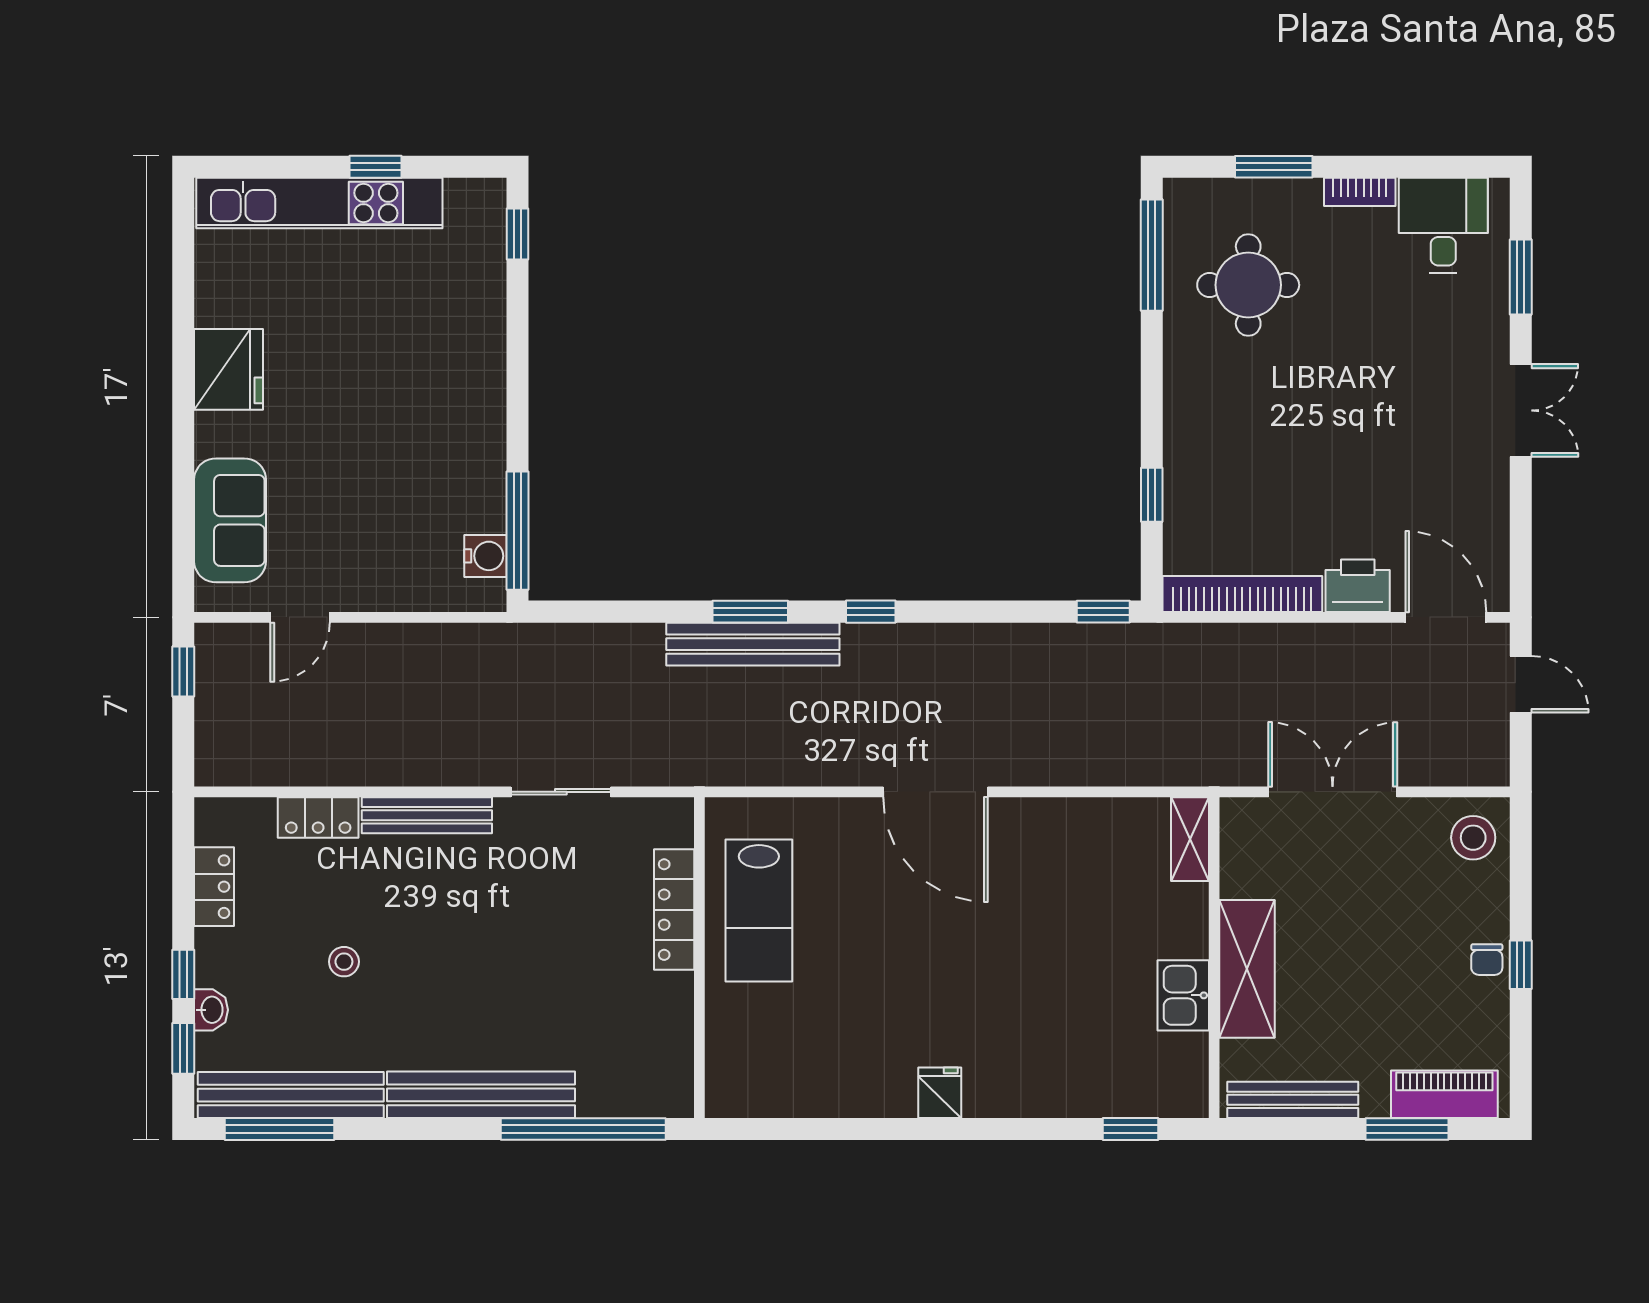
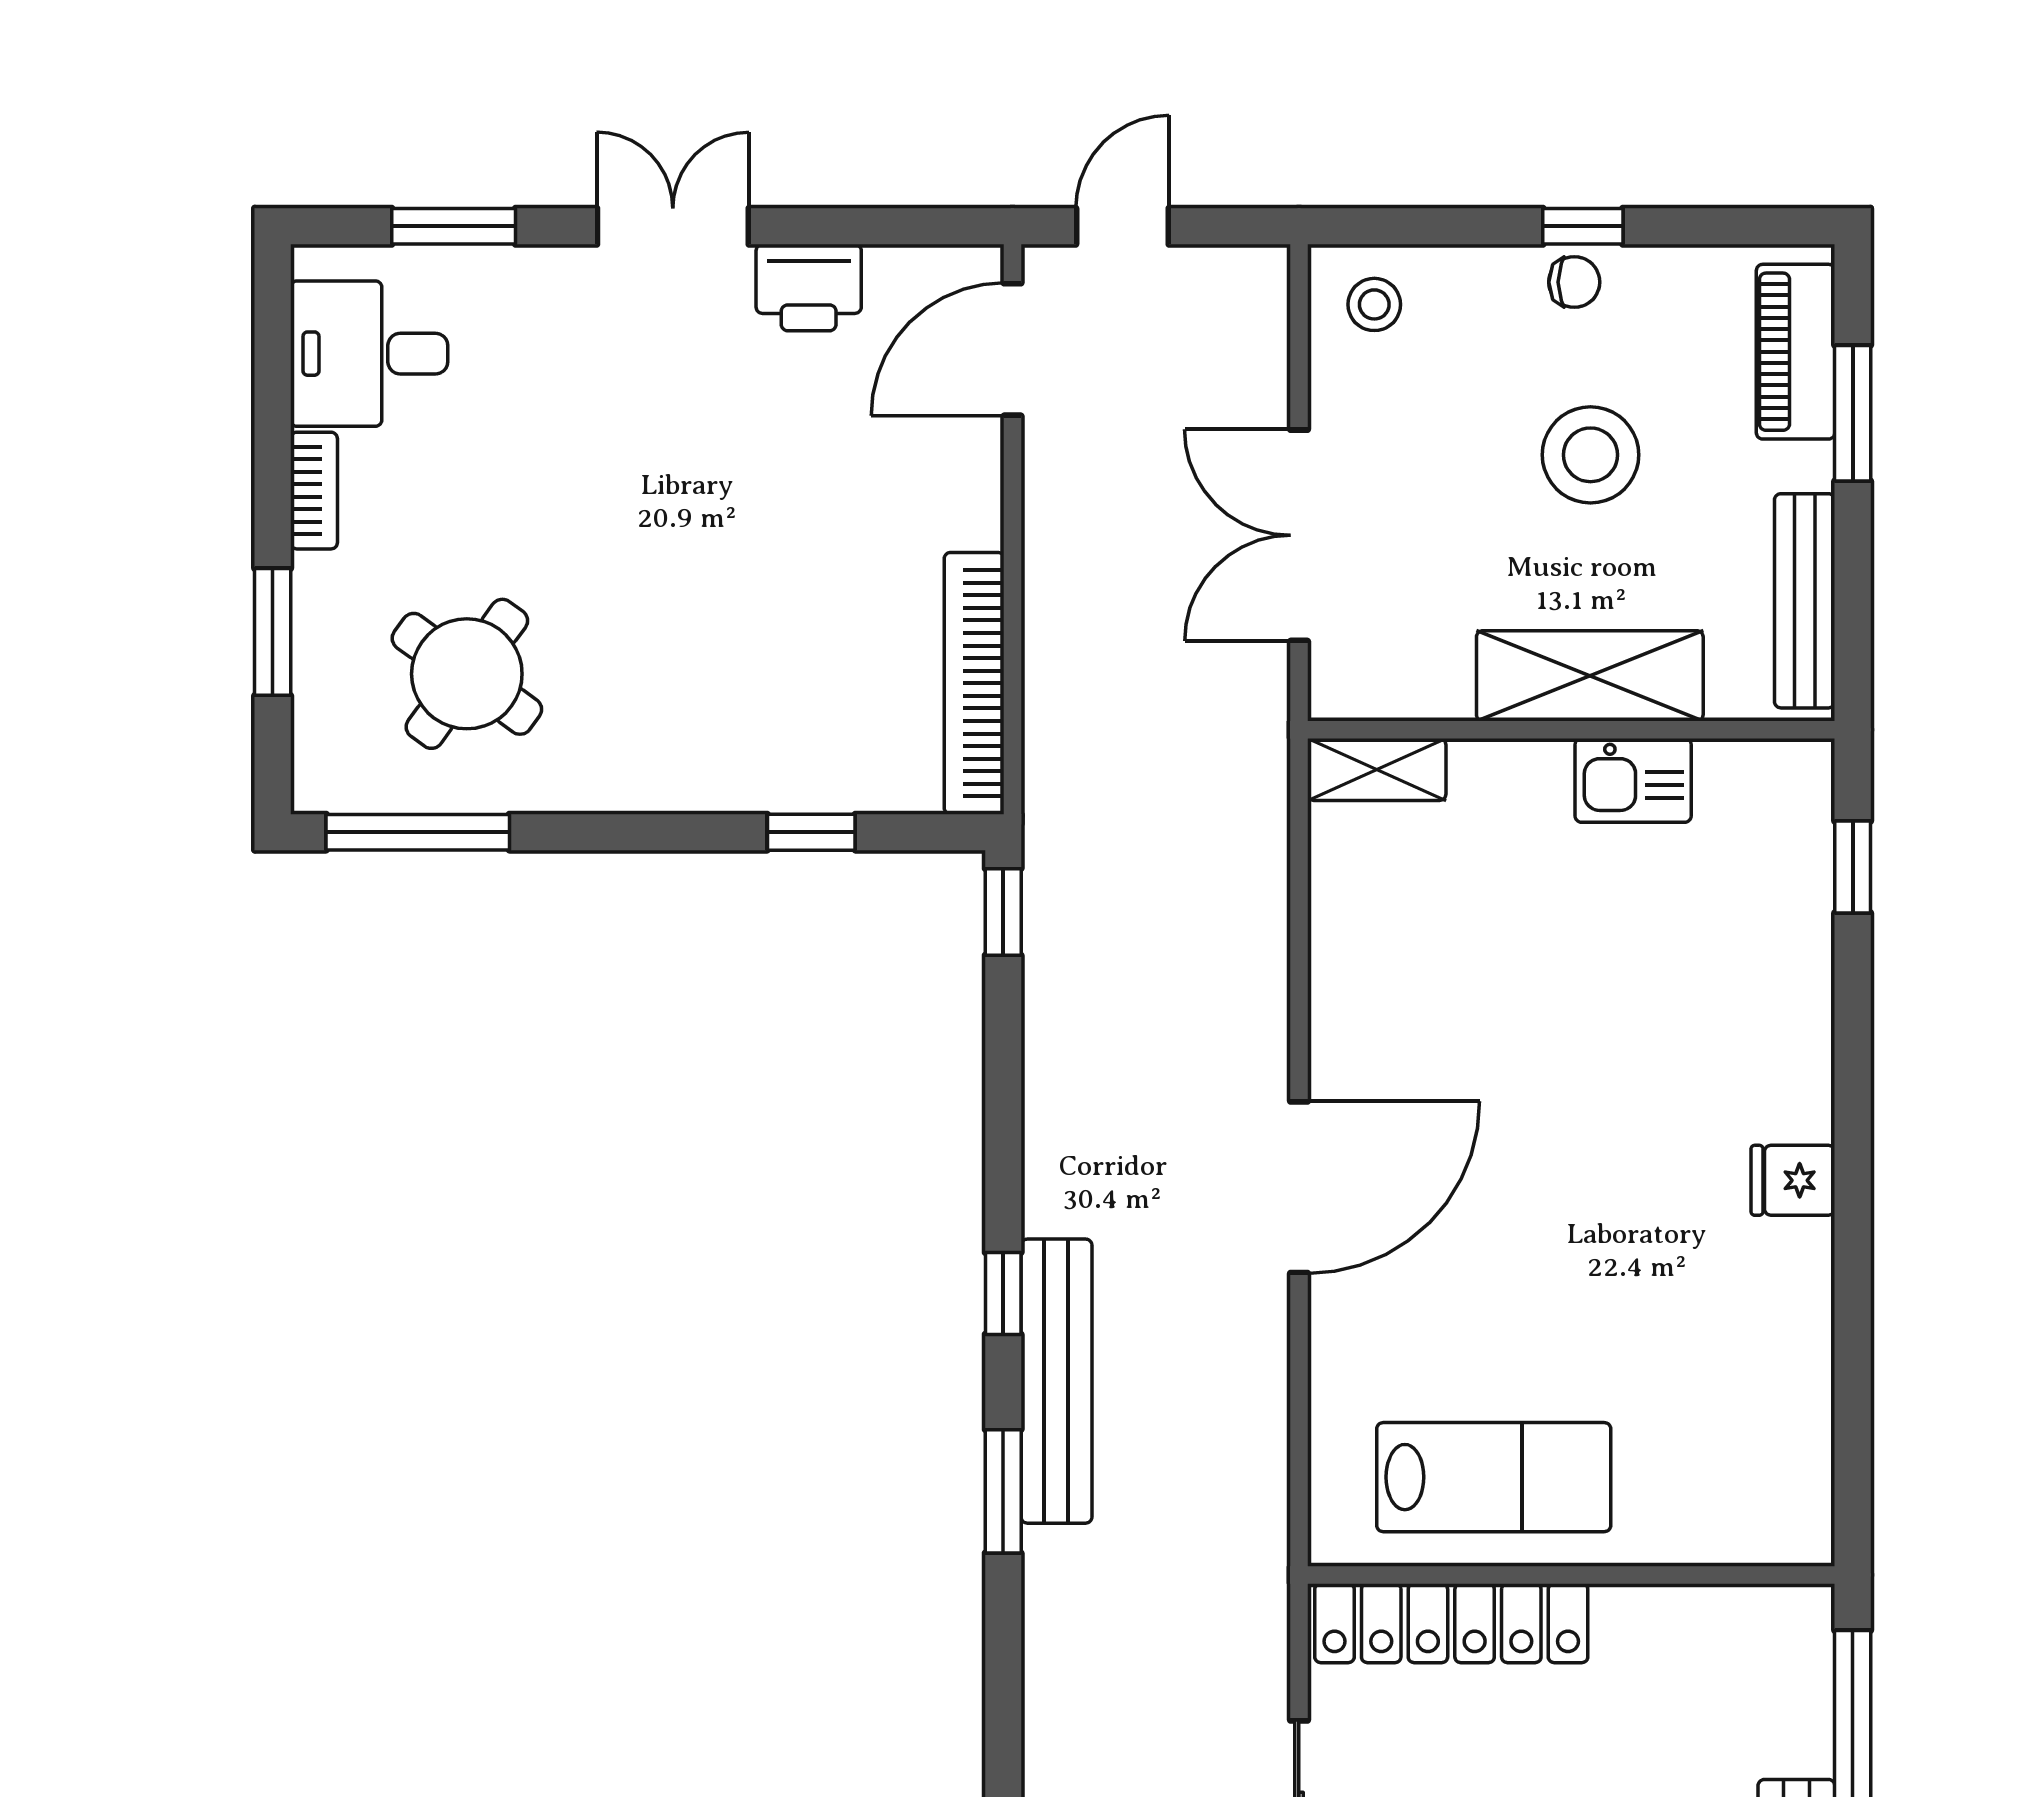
round table: (1248, 285) -> (467, 674), turned 36
printer: (1358, 586) -> (809, 288), moved, turned -90
bench: (753, 644) -> (1056, 1381), moved
stool: (1473, 838) -> (1374, 304), width x0.73, depth x0.73
locker: (674, 910) -> (1451, 1623), width x1.41, depth x1.21
stool: (1382, 969) -> (1590, 455), added

